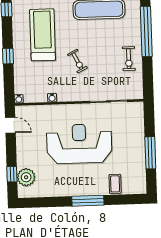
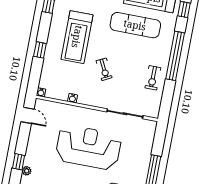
treadmill: (43, 35) -> (77, 37), turned 180
plant: (26, 177) -> (27, 171), width x0.53, depth x0.53

